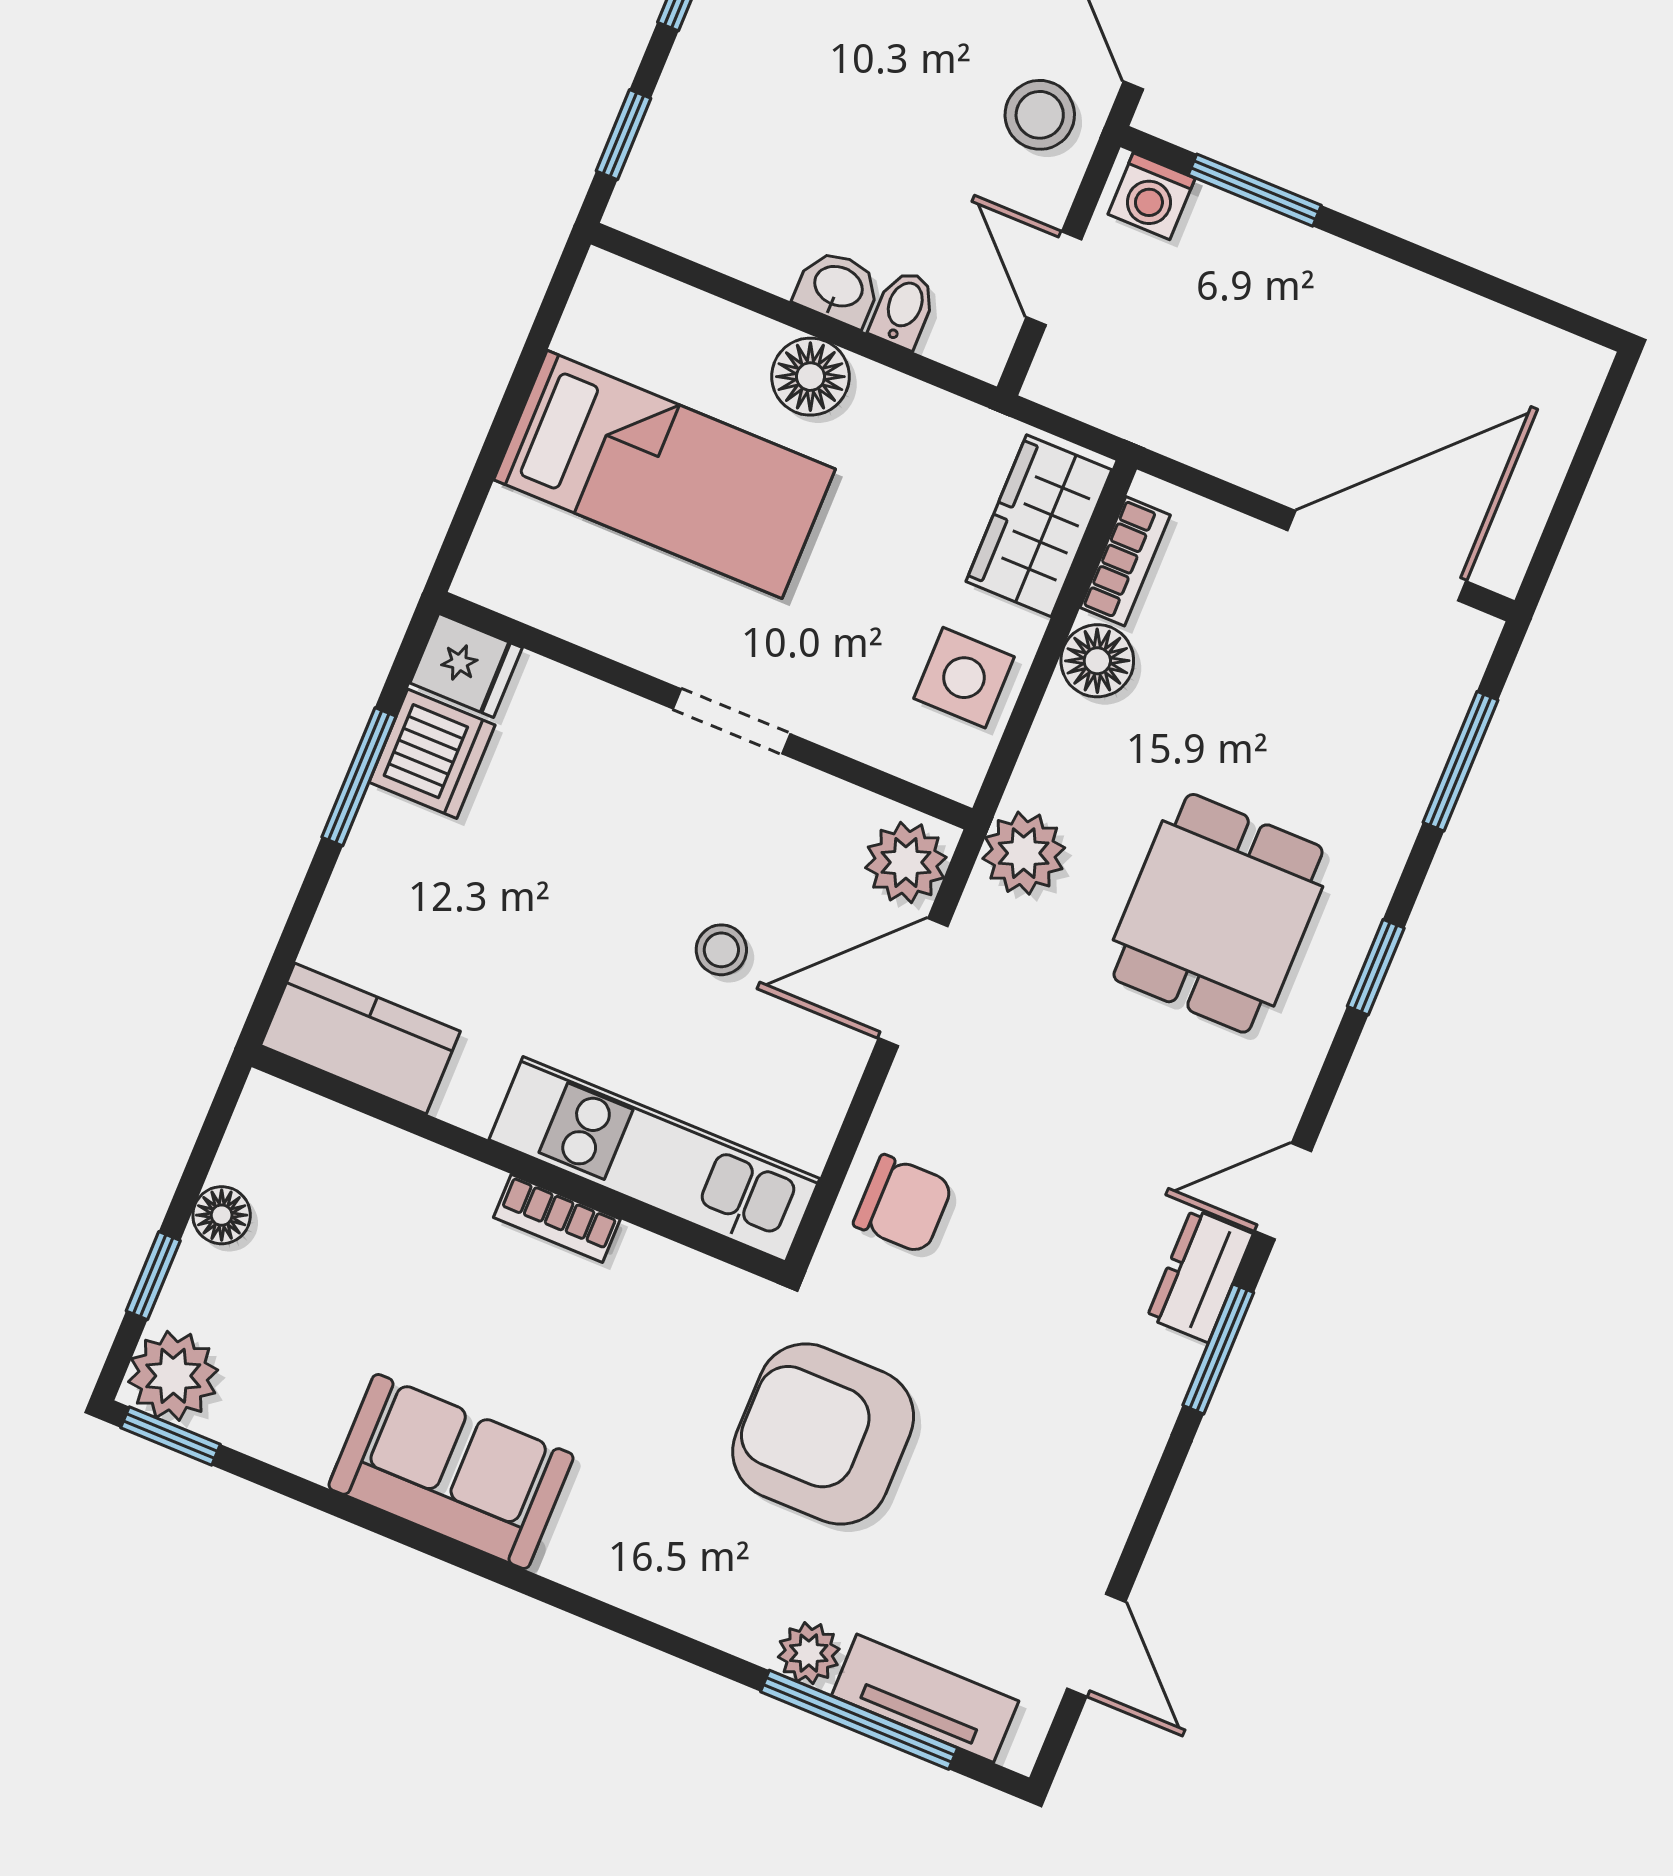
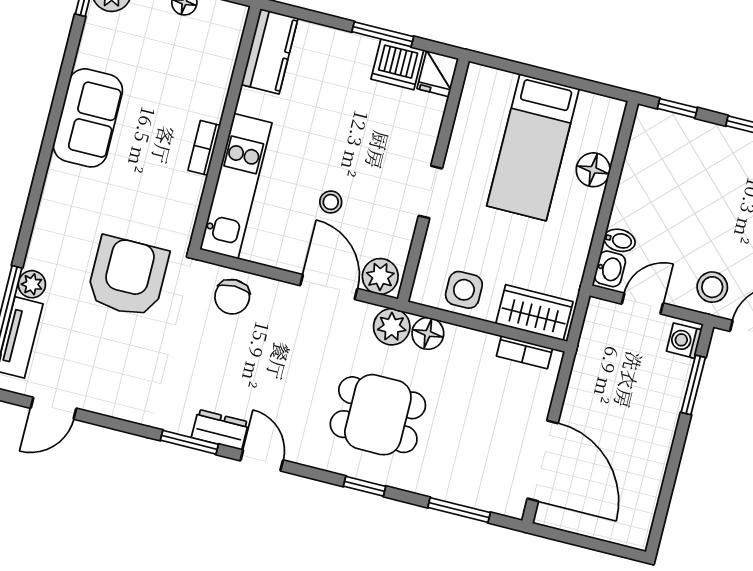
washbasin: (838, 288) -> (610, 269), moved
floor lamp: (810, 377) -> (593, 170), moved
floor lamp: (1097, 661) -> (428, 333), moved

